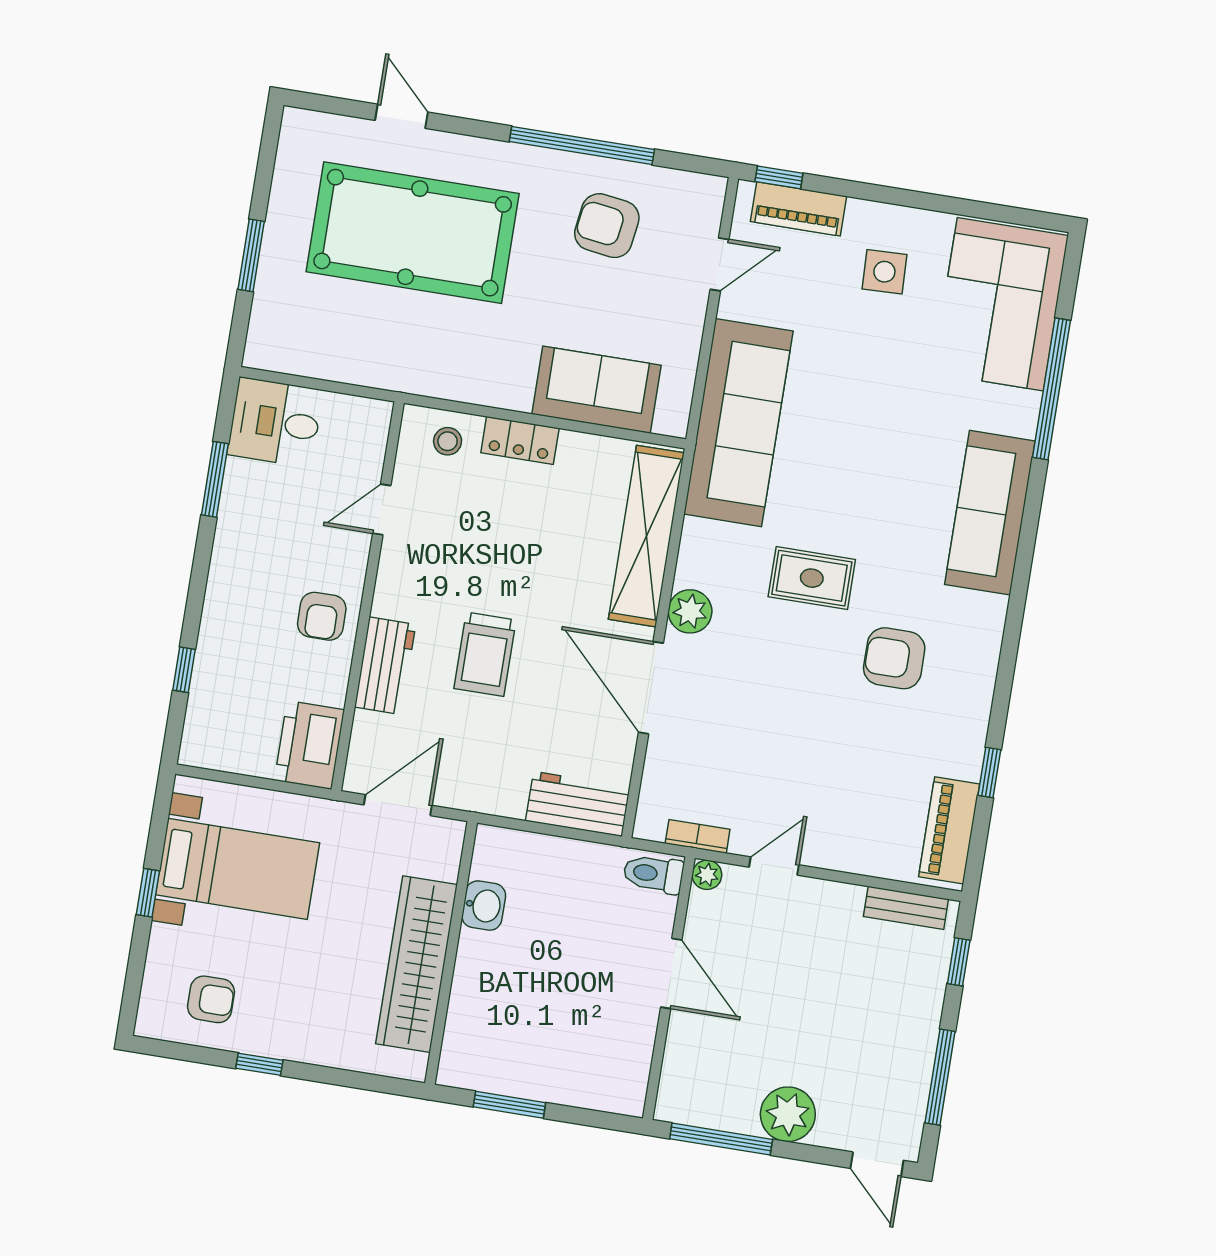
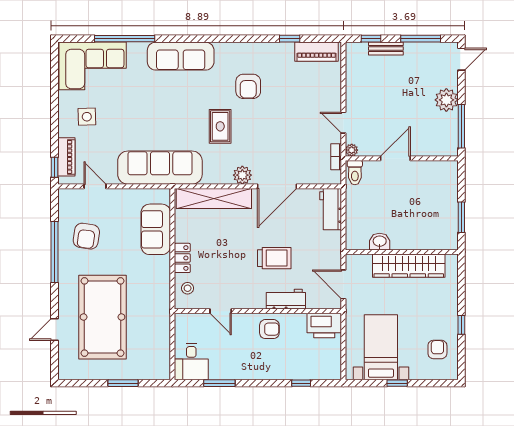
bench: (906, 908) -> (386, 49), moved, turned 90

